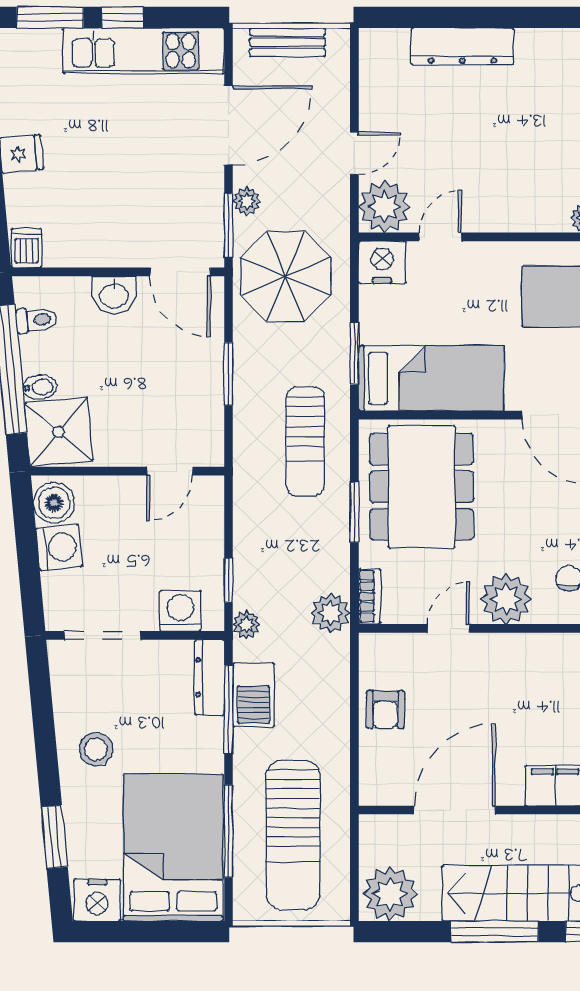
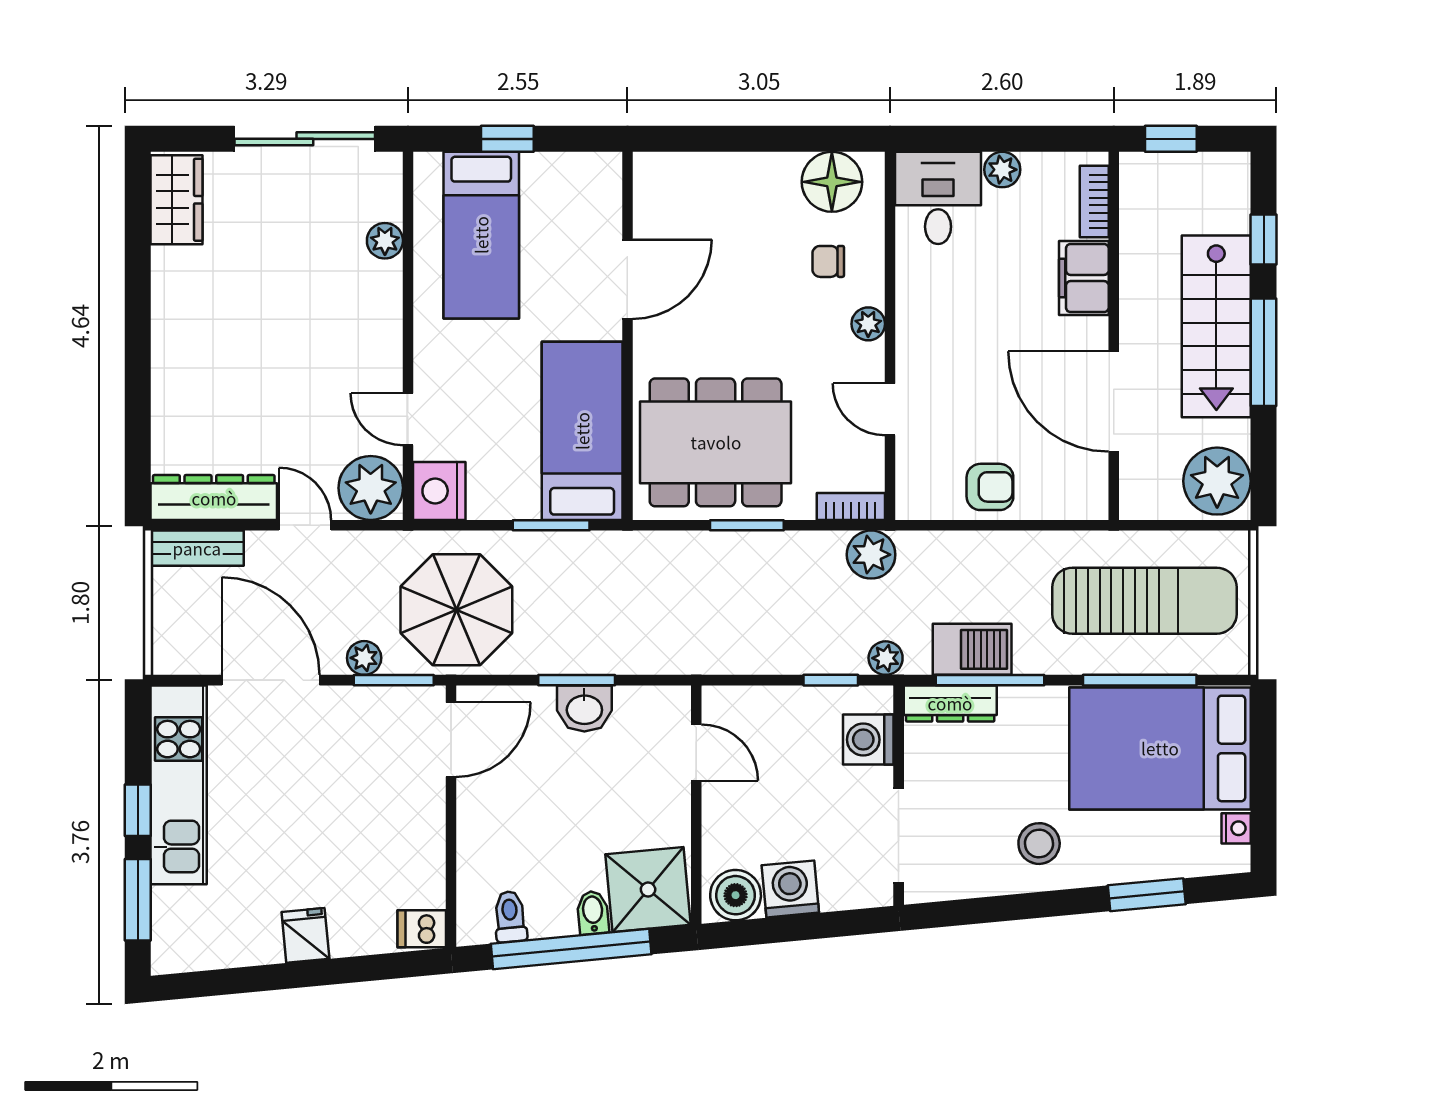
bench: (287, 42) -> (197, 548), moved, turned 90
dresser: (462, 46) -> (214, 498), moved, turned -90
washbasin: (114, 295) -> (584, 708), moved, turned 90
sun lounger: (305, 441) -> (660, 586), removed
plant: (506, 599) -> (868, 324), width x0.53, depth x0.53
nightstand: (97, 900) -> (1236, 828), width x0.53, depth x0.56

